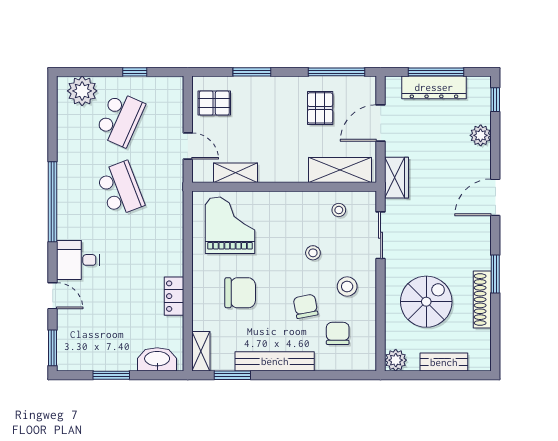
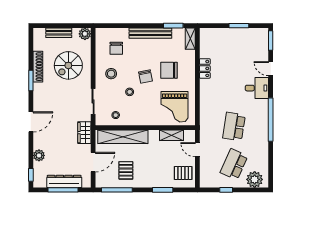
shelving: (340, 170) -> (123, 137), width x1.47
school desk: (120, 189) -> (234, 127), turned 30
chair: (306, 306) -> (145, 76), moved
washbasin: (157, 359) -> (214, 34), removed

